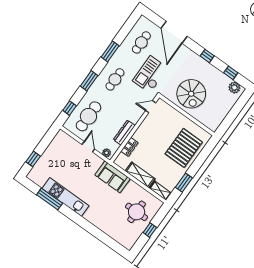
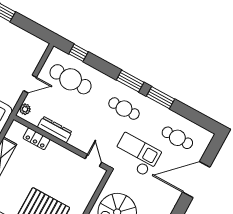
window: (89, 81) -> (130, 81), moved

